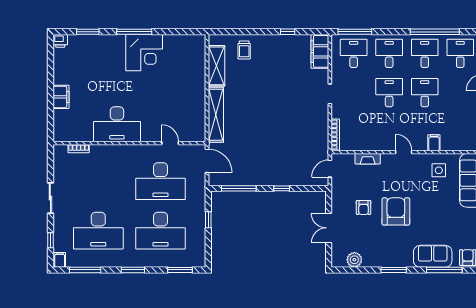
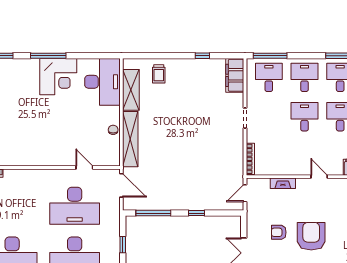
chair: (199, 106) -> (113, 130), added
desk: (117, 124) -> (102, 82), moved, turned -90
armchair: (364, 208) -> (279, 232), turned 90

